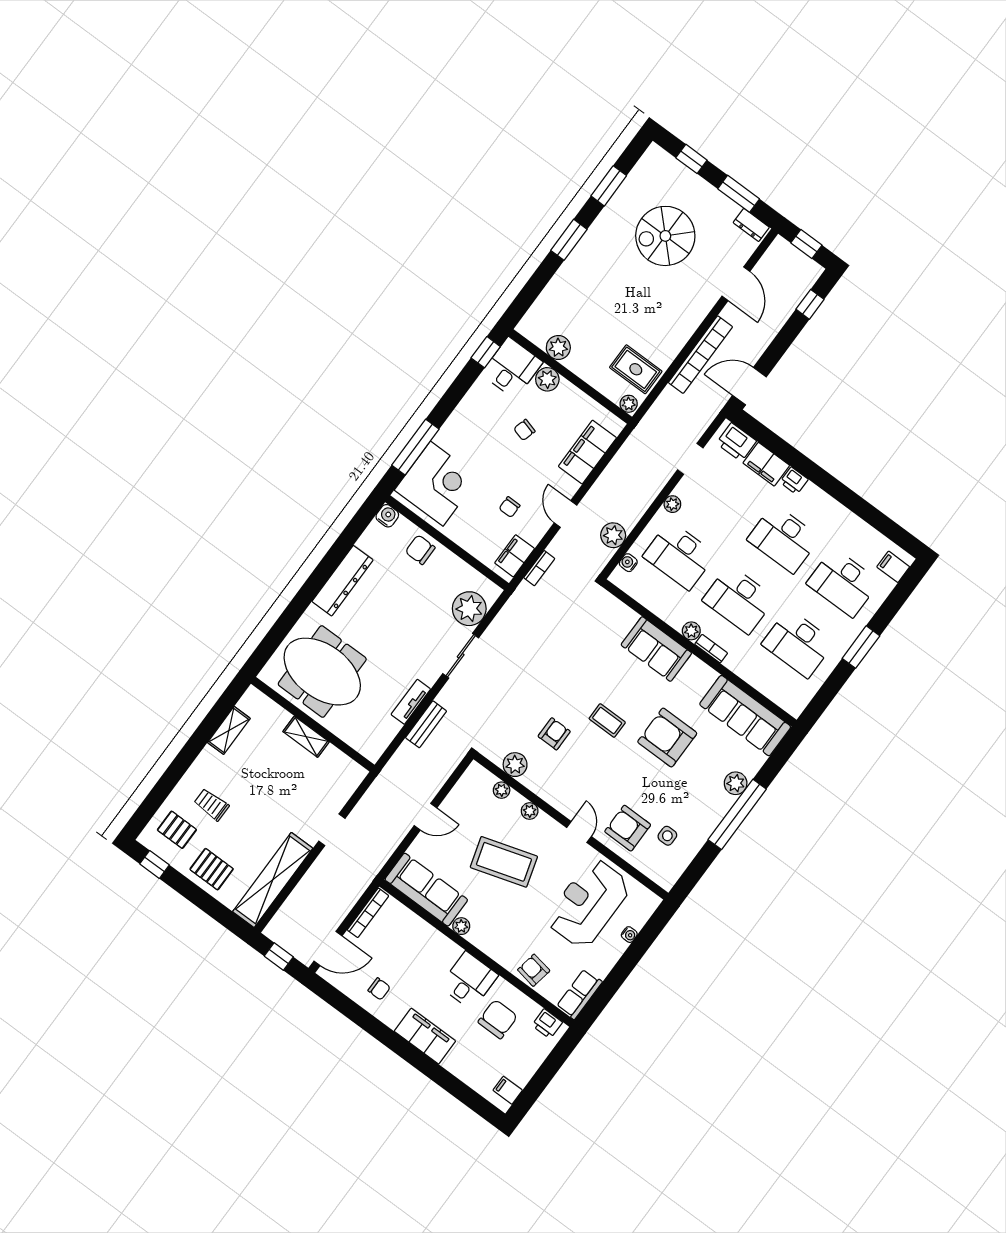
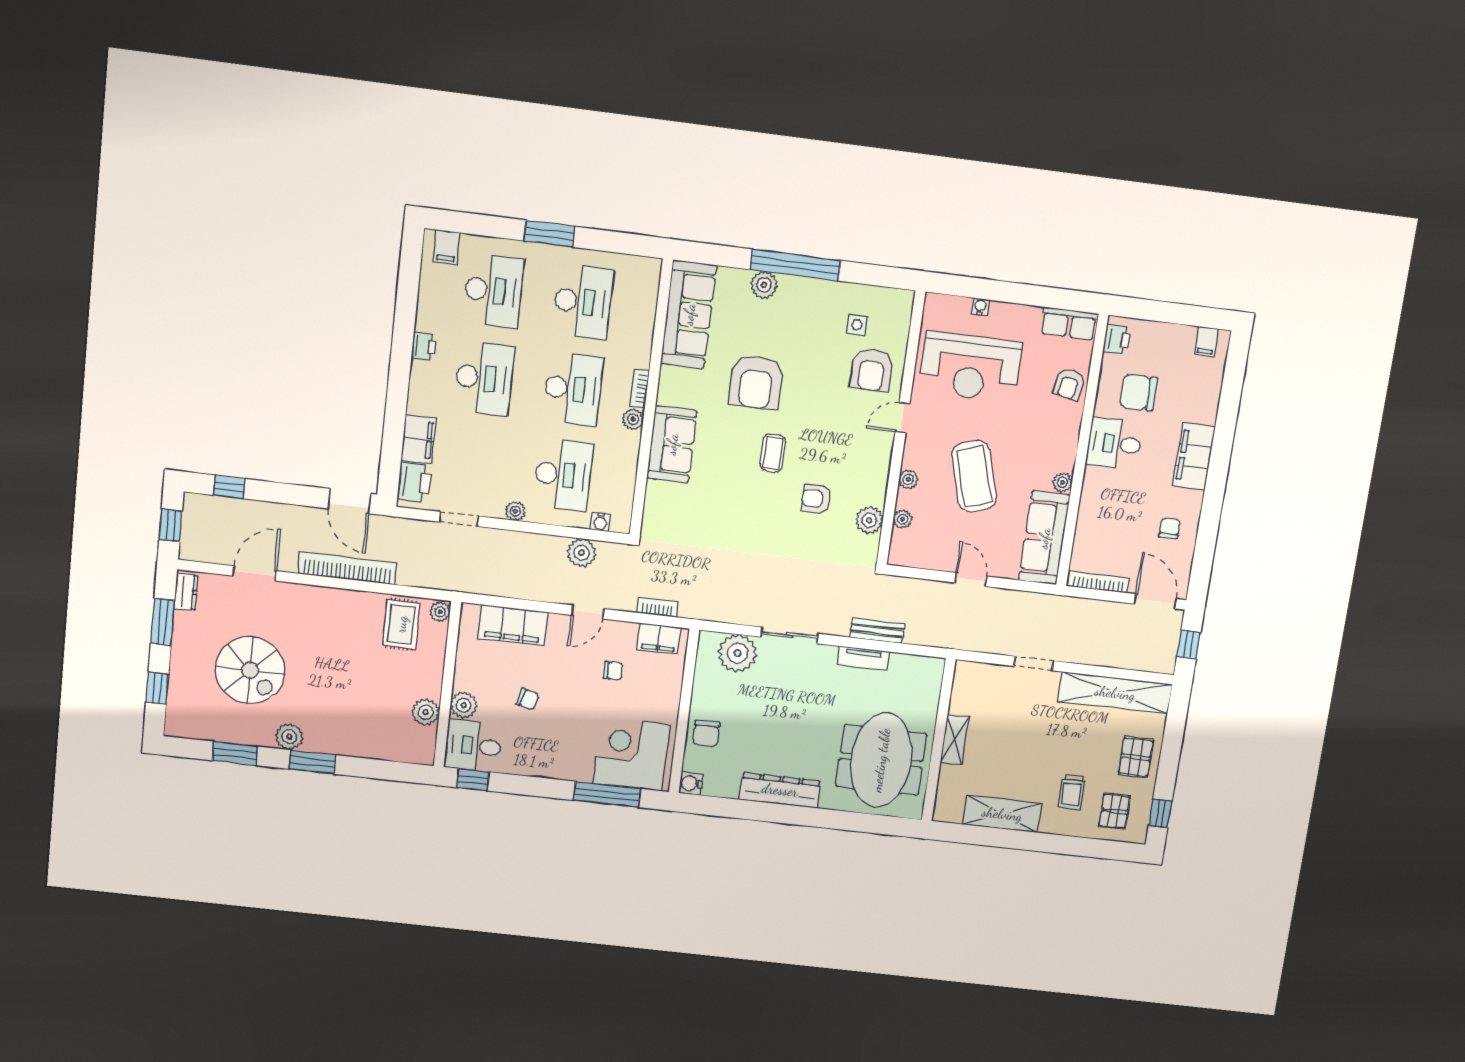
plant: (598, 234) -> (289, 737), added
printer: (794, 481) -> (424, 347), moved
shelving: (229, 730) -> (1002, 814), width x1.50, depth x1.33

